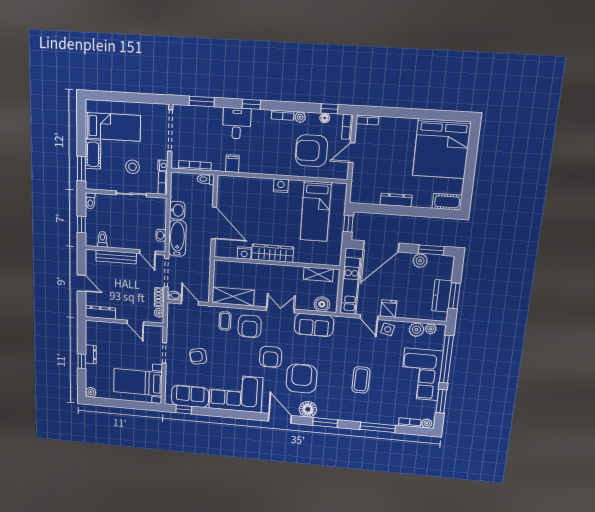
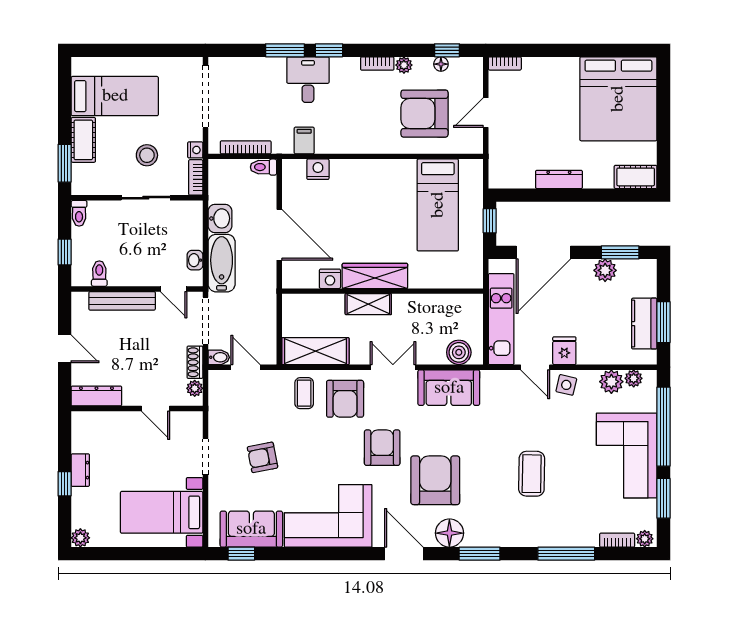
window: (202, 101) -> (285, 50), moved
bookcase: (347, 127) -> (476, 75), removed
nightstand: (281, 186) -> (318, 169), moved
shelving: (318, 274) -> (368, 304), moved
armchair: (271, 357) -> (382, 448), turned 180

